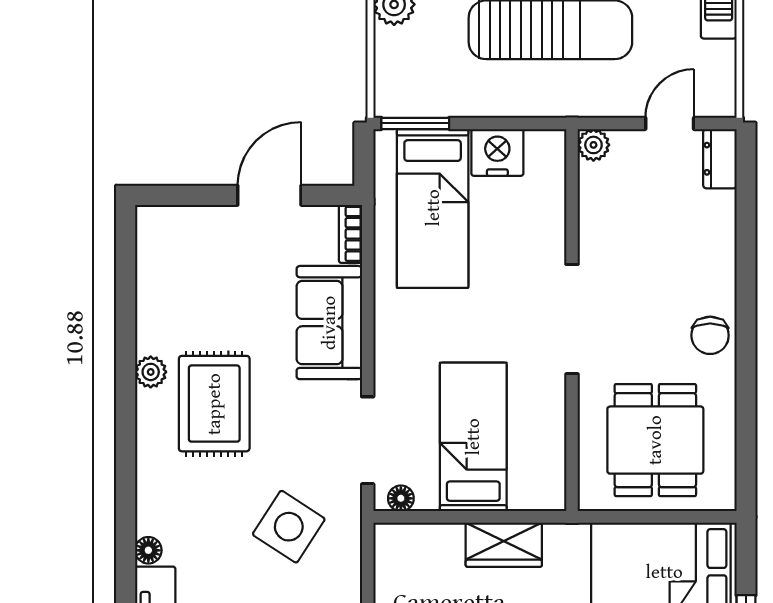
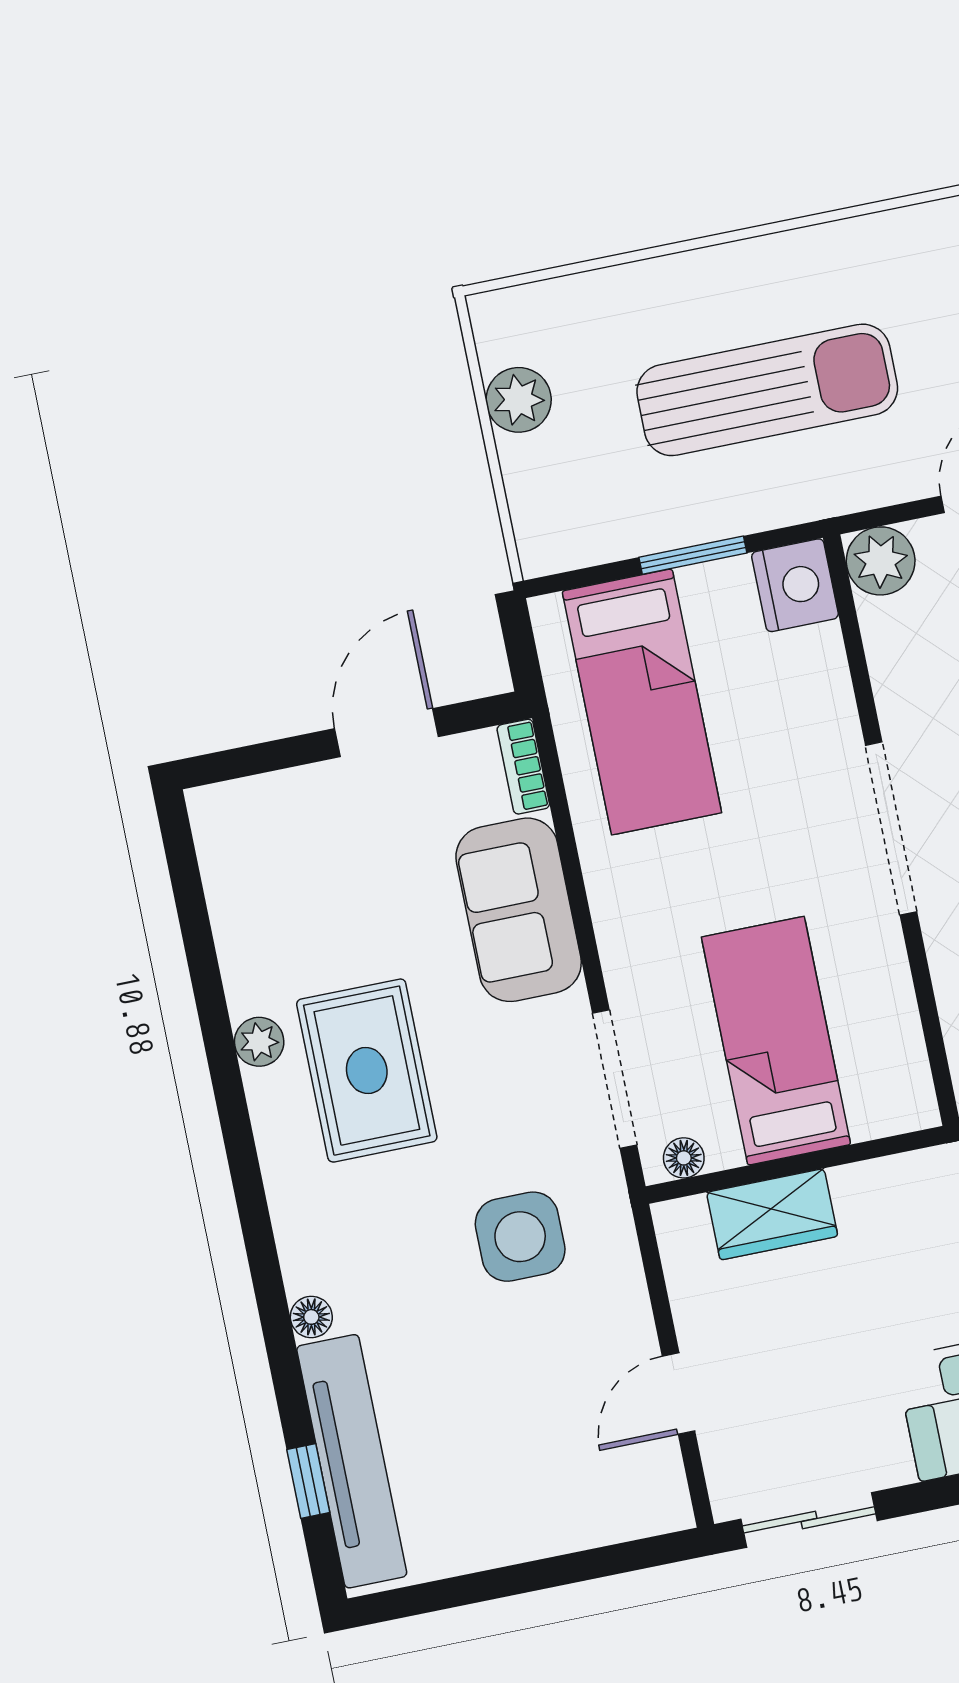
window: (415, 123) -> (693, 555), moved
plant: (593, 145) -> (881, 561), width x1.38, depth x1.38
nightstand: (497, 152) -> (795, 585), moved, turned 90
side table: (289, 527) -> (520, 1237), turned -33
wardrobe: (504, 545) -> (772, 1214), moved

